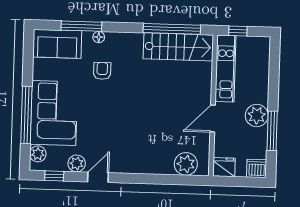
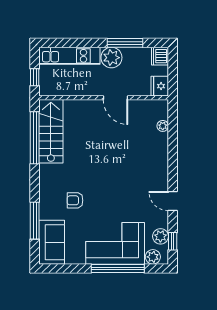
floor lamp: (99, 37) -> (44, 204), removed
kitchen unit: (225, 69) -> (69, 56), moved, turned 180
plant: (77, 163) -> (160, 236), moved
plant: (186, 164) -> (163, 126), width x0.53, depth x0.53

